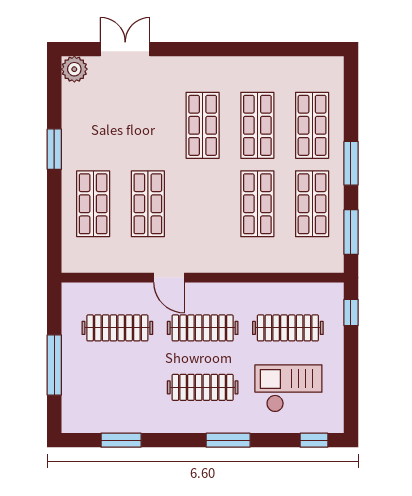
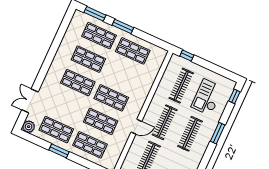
shop shelf: (93, 125) -> (56, 130), added
shop shelf: (257, 204) -> (111, 98), moved
window: (351, 232) -> (95, 14), moved

